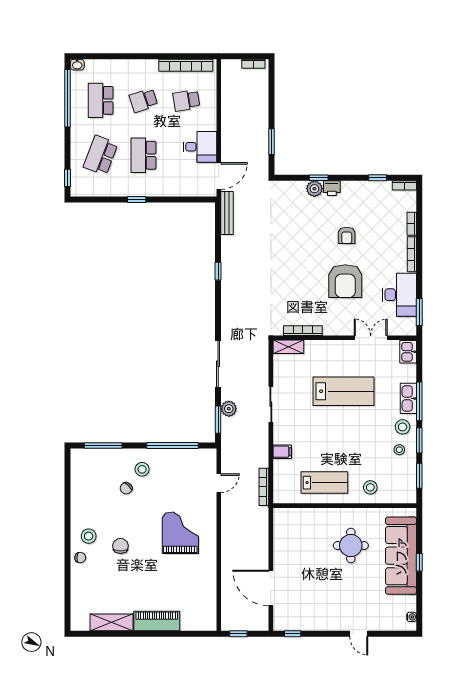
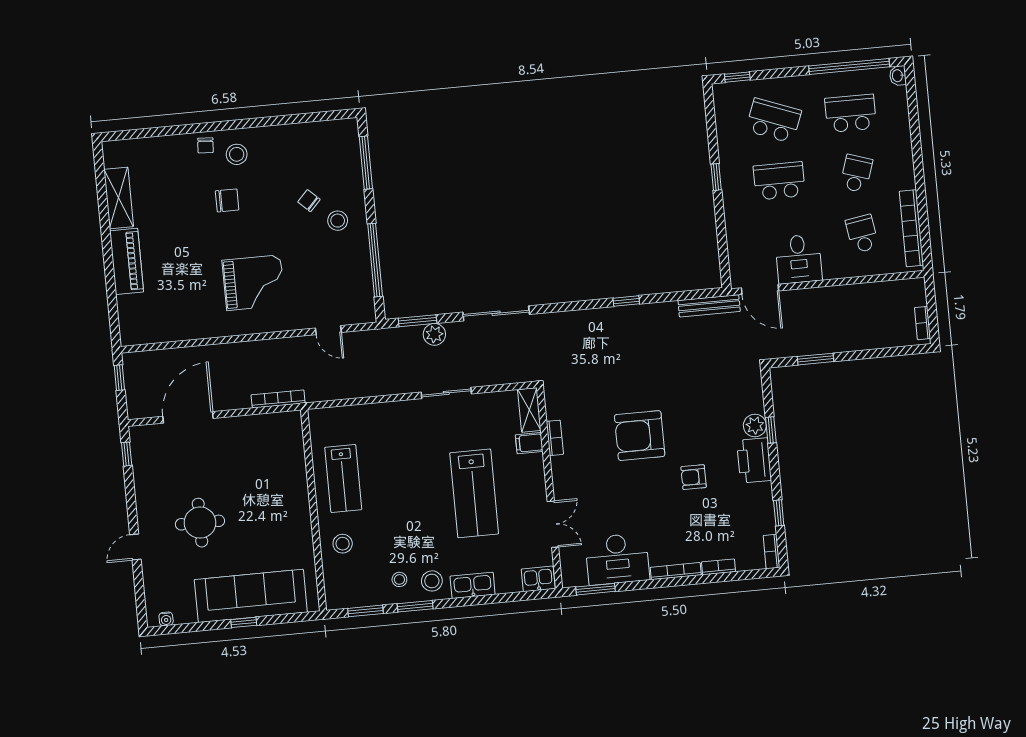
school desk: (143, 100) -> (856, 174), turned 36
printer: (332, 188) -> (754, 460), width x1.87, depth x1.48
armchair: (345, 281) -> (640, 436), moved
bookcase: (303, 331) -> (555, 438), width x0.64
window: (419, 401) -> (470, 601), removed
filing cabinet: (282, 452) -> (529, 443), moved, turned 90
bookcase: (264, 487) -> (278, 399), moved
round table: (351, 546) -> (200, 523), moved

